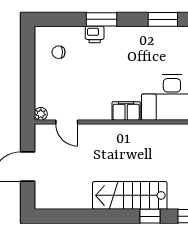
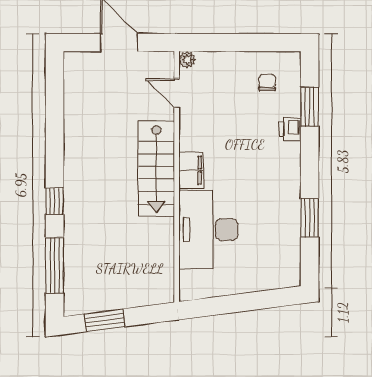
window: (101, 19) -> (310, 107), moved
door: (67, 122) -> (177, 93), hinge flipped
stairs: (130, 195) -> (156, 169), moved, turned 180

